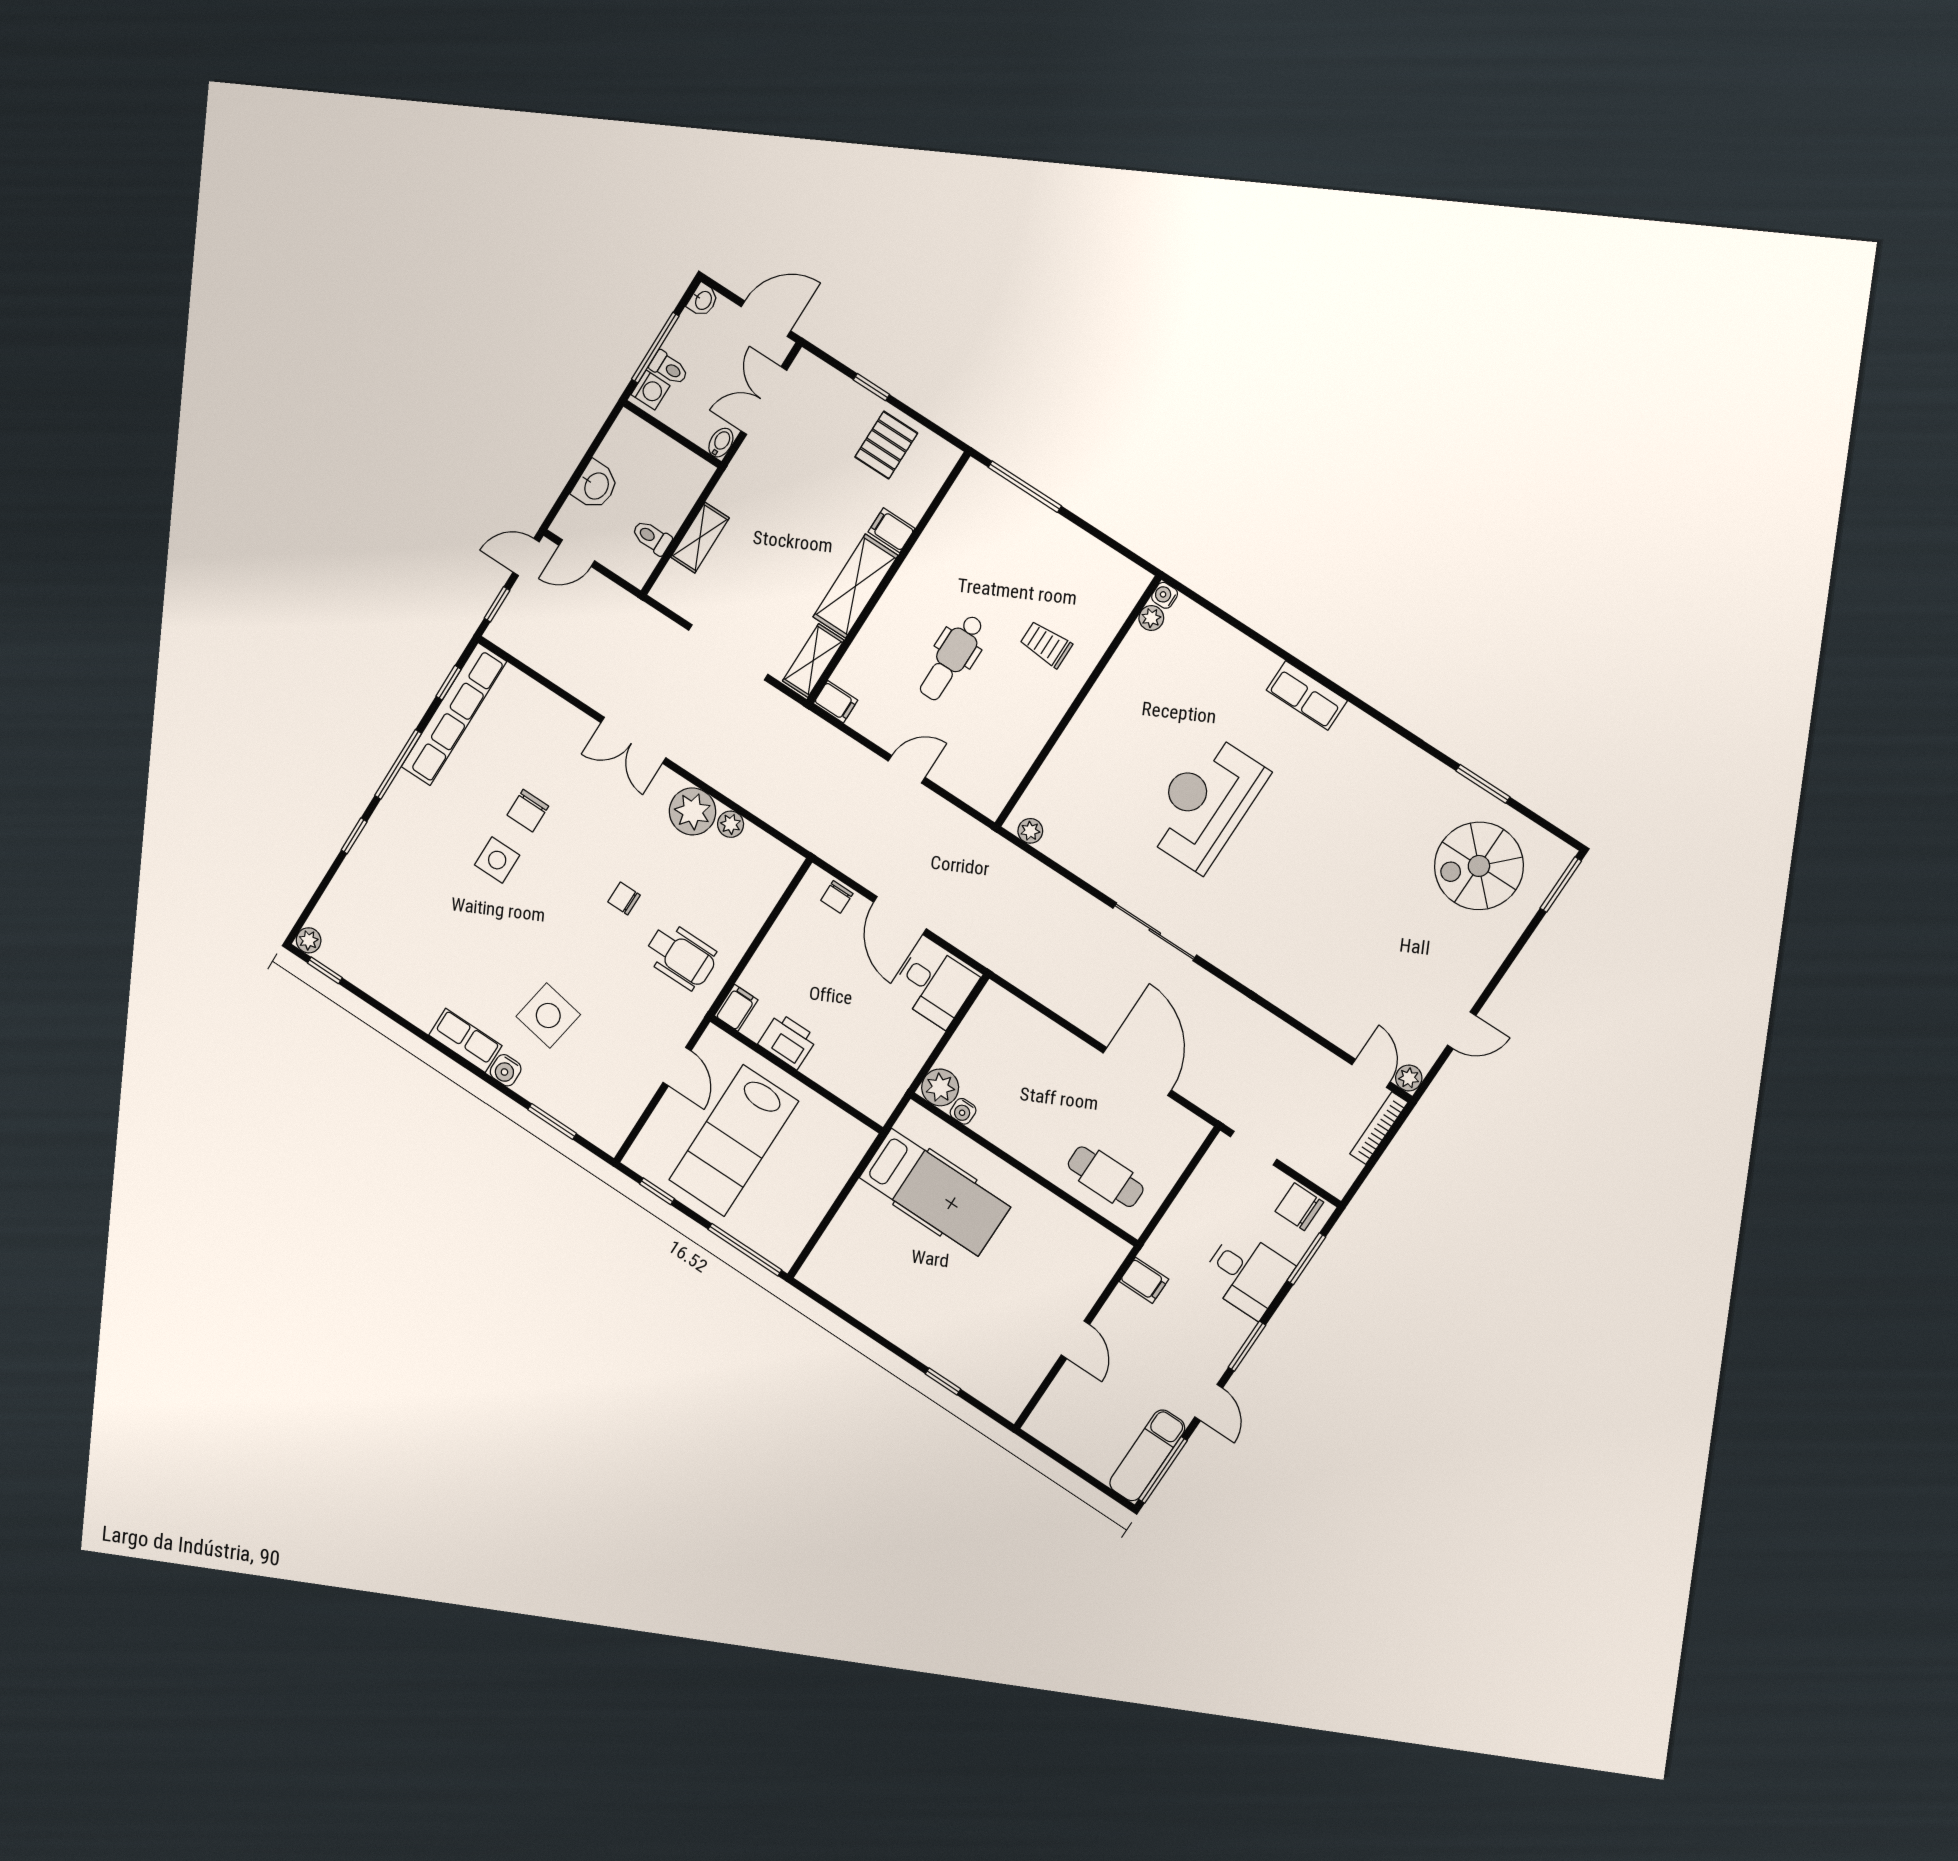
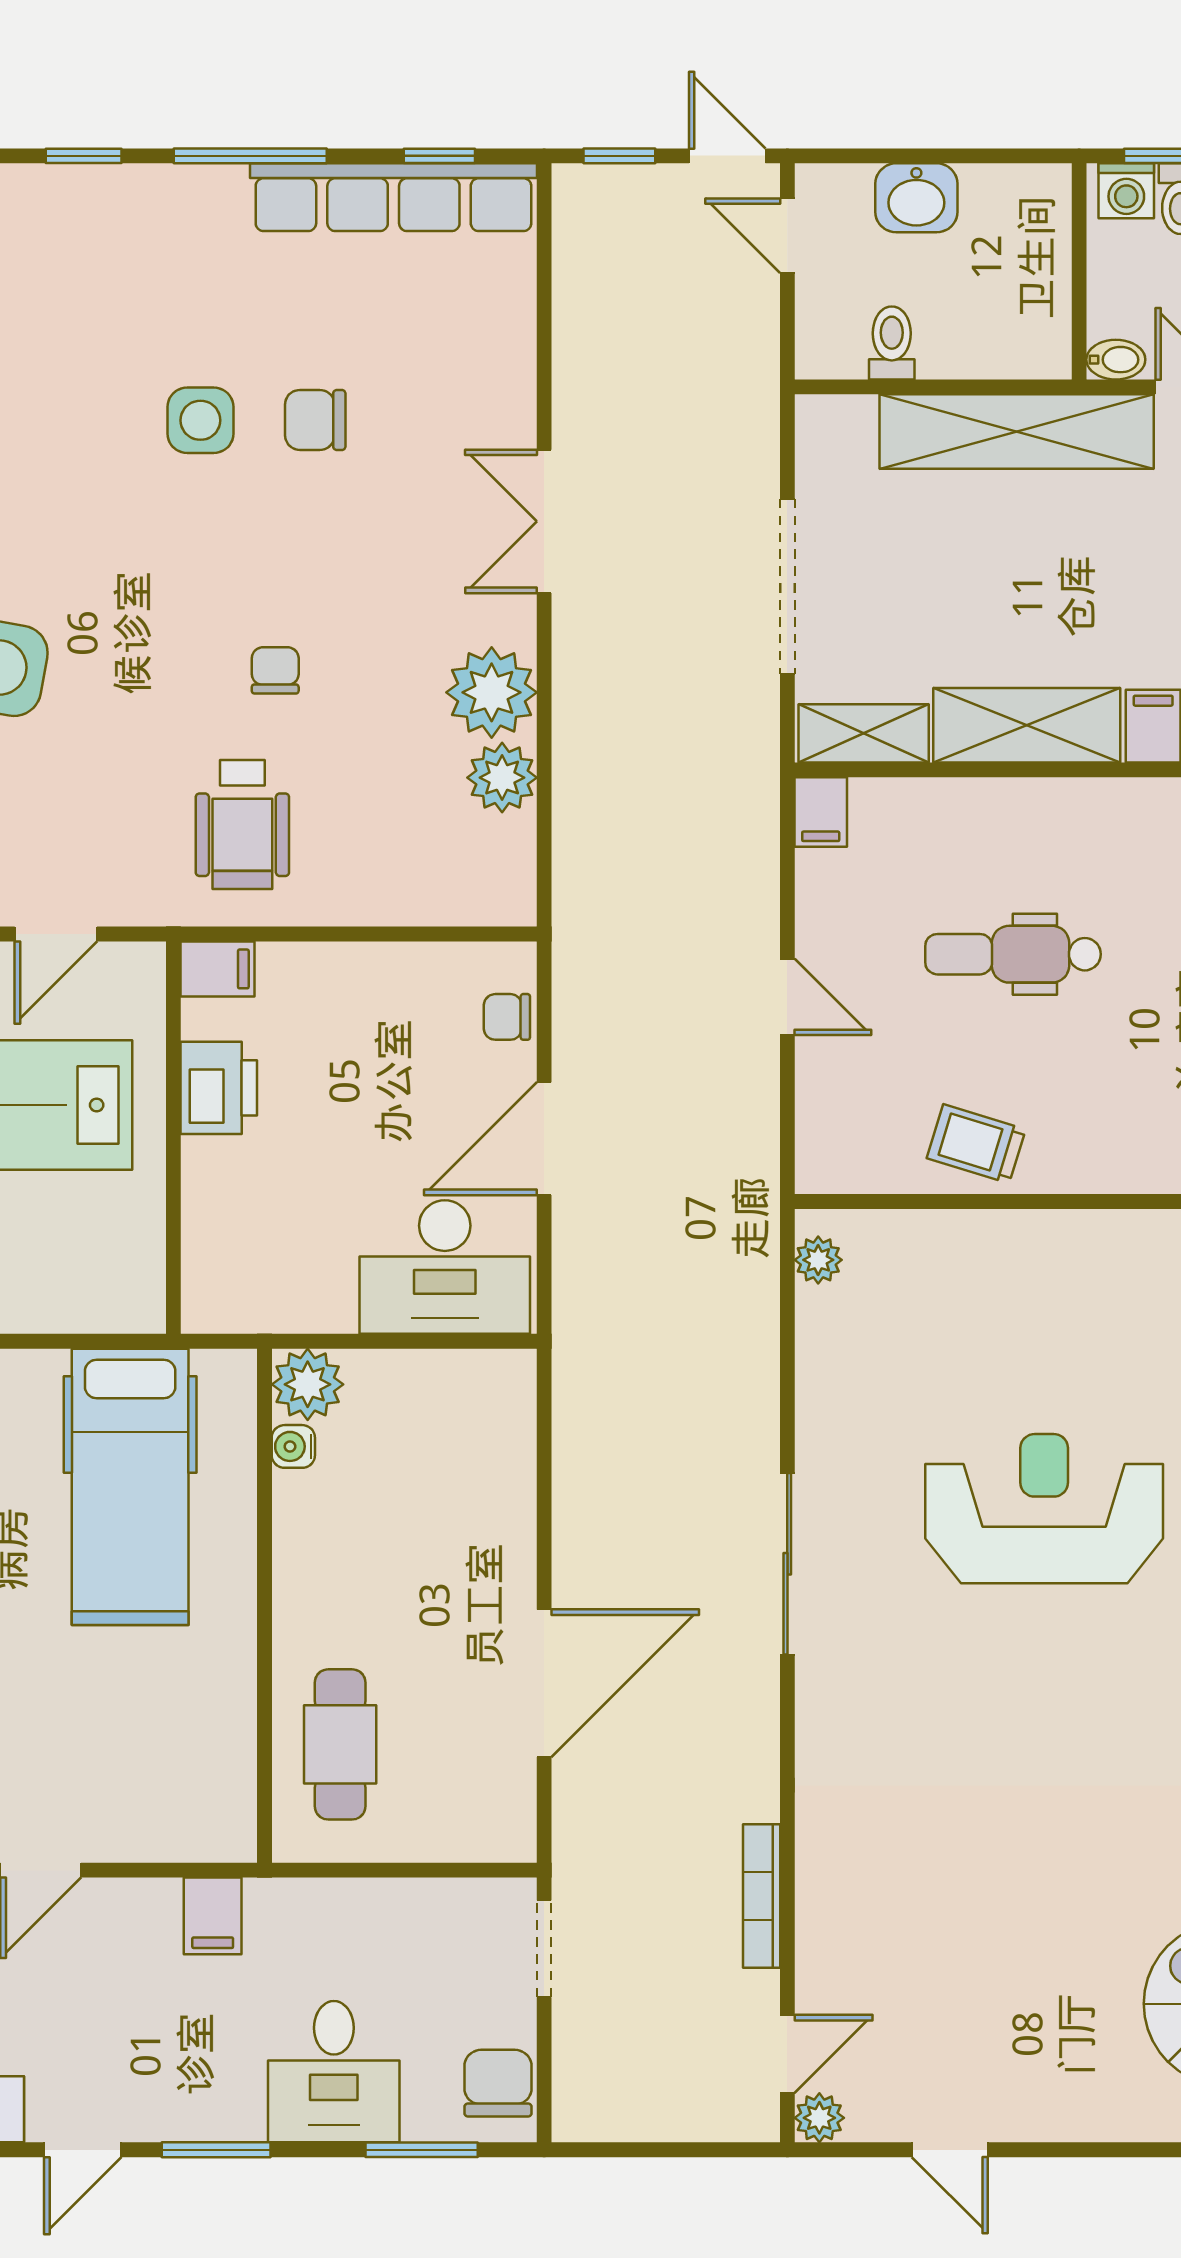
shelving: (700, 538) -> (1017, 432), width x2.20, depth x1.33
trolley: (1046, 644) -> (976, 1144), moved, turned -73
plant: (731, 824) -> (502, 778), width x1.38, depth x1.38
desk: (934, 985) -> (445, 1267), width x1.37
bookcase: (1379, 1128) -> (762, 1896), moved, turned -90

